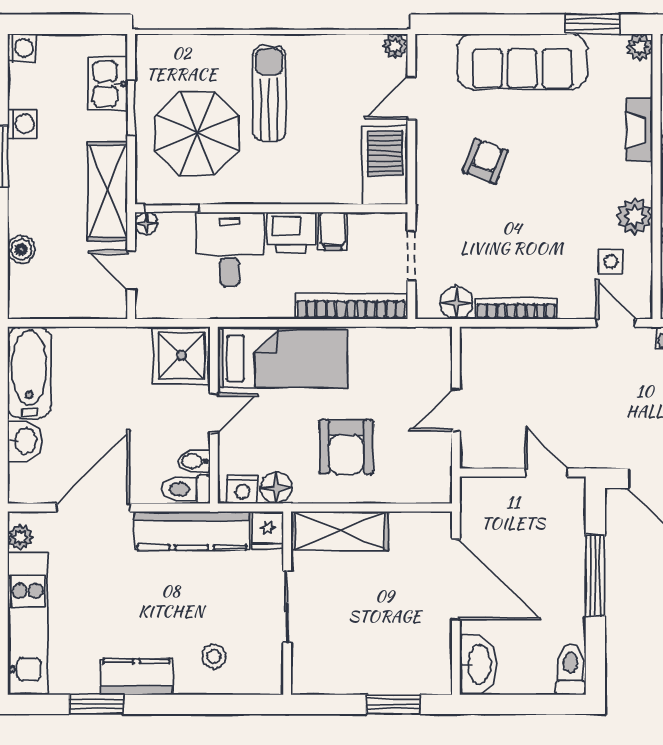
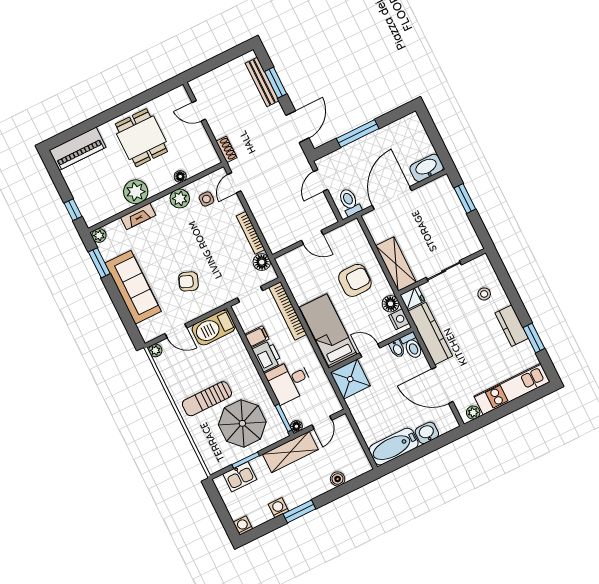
toilet: (571, 670) -> (350, 202), moved, turned 90

